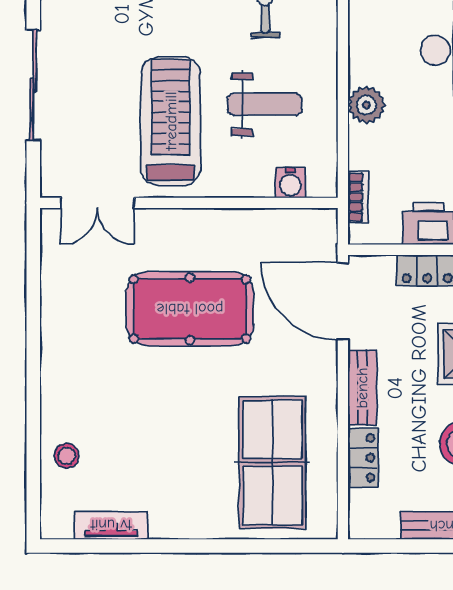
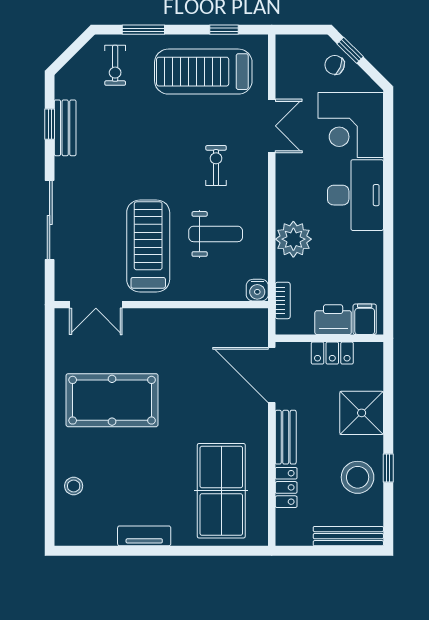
plant: (366, 105) -> (293, 239), width x1.36, depth x1.36
water cooler: (290, 183) -> (257, 290), moved
pool table: (190, 309) -> (112, 400), moved
tv unit: (111, 525) -> (144, 536), moved

